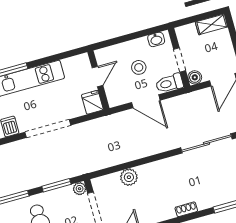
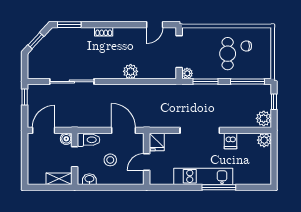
shelving: (212, 24) -> (59, 179), moved
door: (146, 101) -> (123, 130), moved
plant: (129, 177) -> (131, 71), moved

